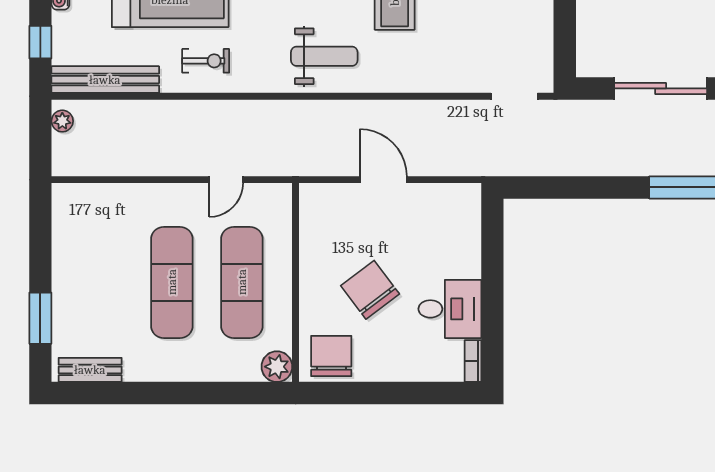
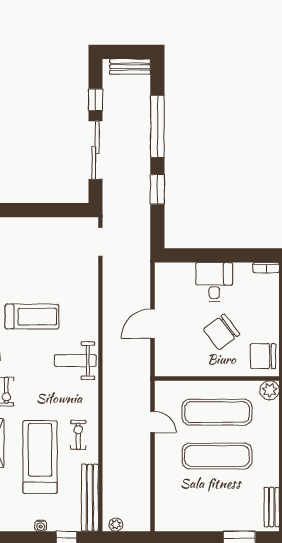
weight bench: (324, 56) -> (75, 361), turned -90
window: (598, 187) -> (157, 189), added
desk: (450, 309) -> (214, 282), moved

